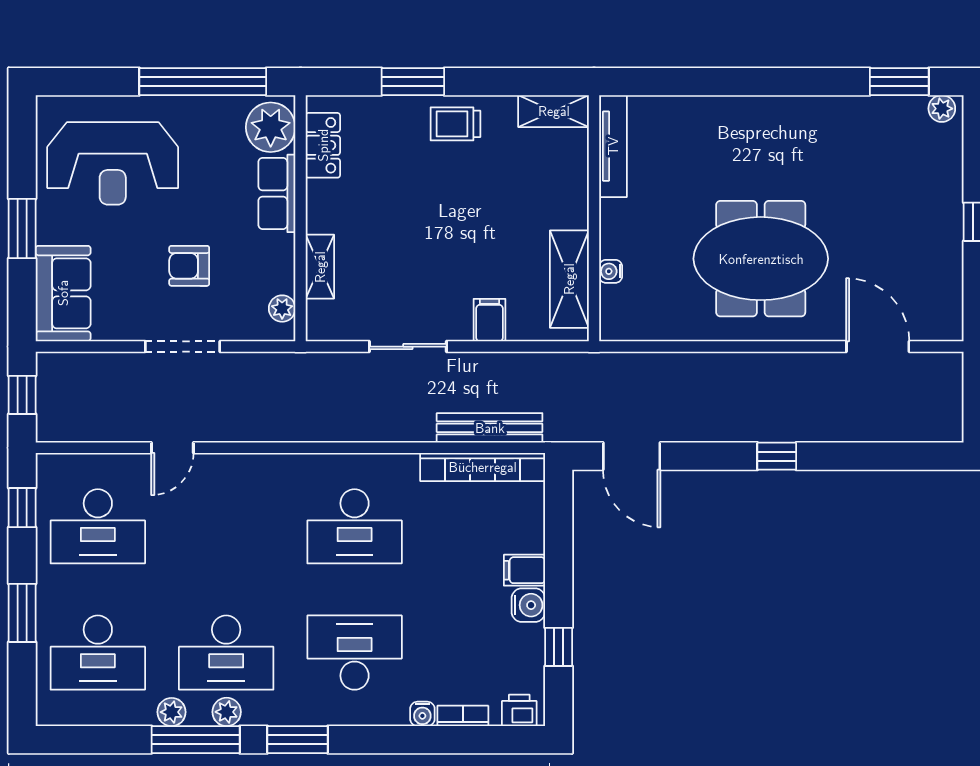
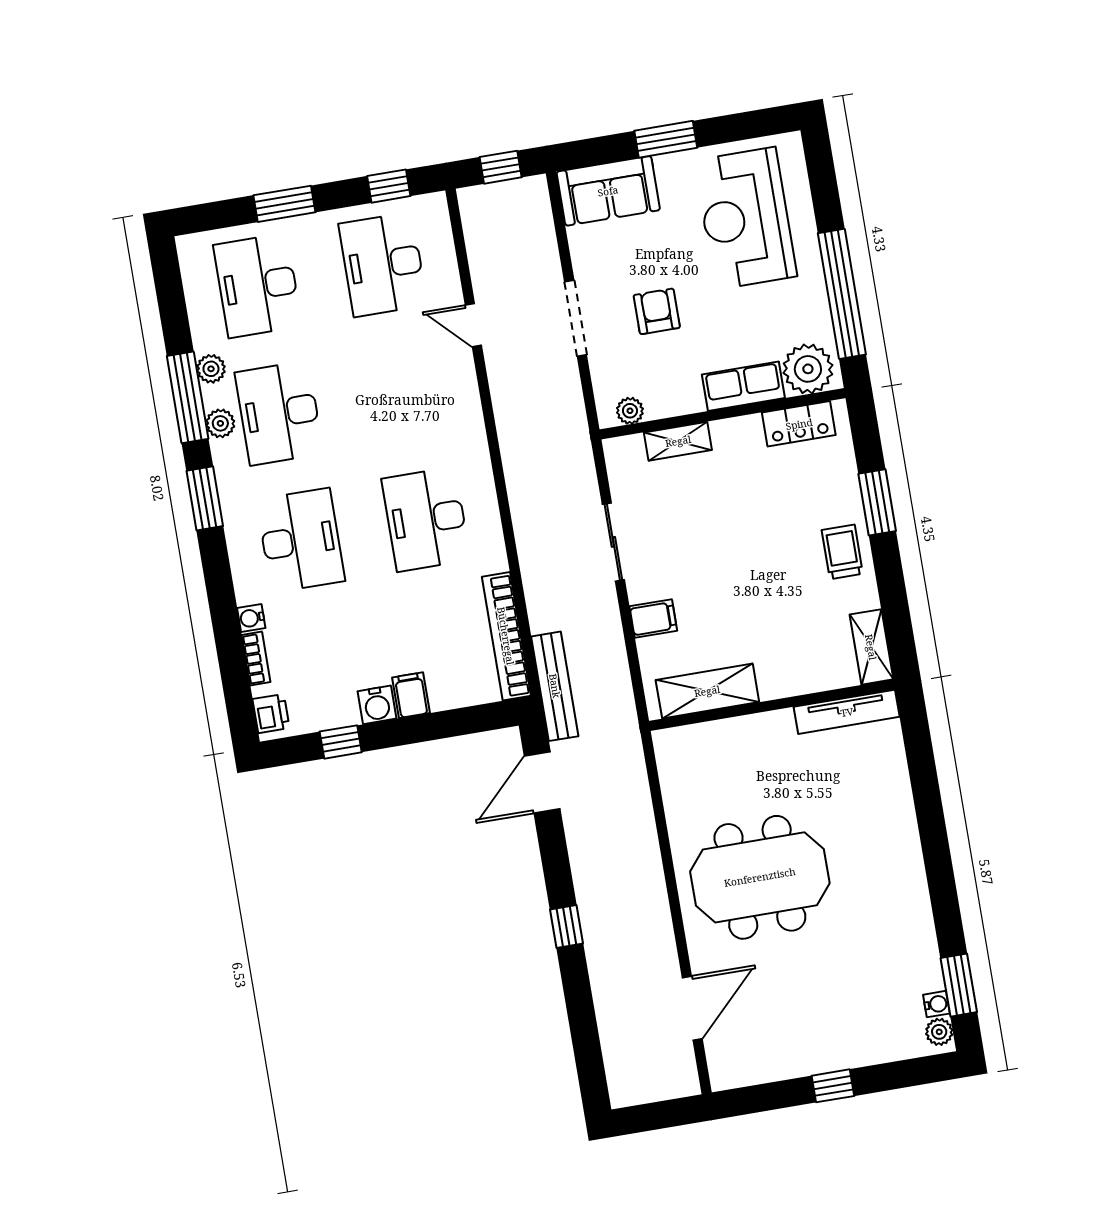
meeting table: (761, 259) -> (760, 877), turned 90
water cooler: (611, 271) -> (936, 1004), moved, turned 90
bench: (490, 428) -> (555, 686), moved

